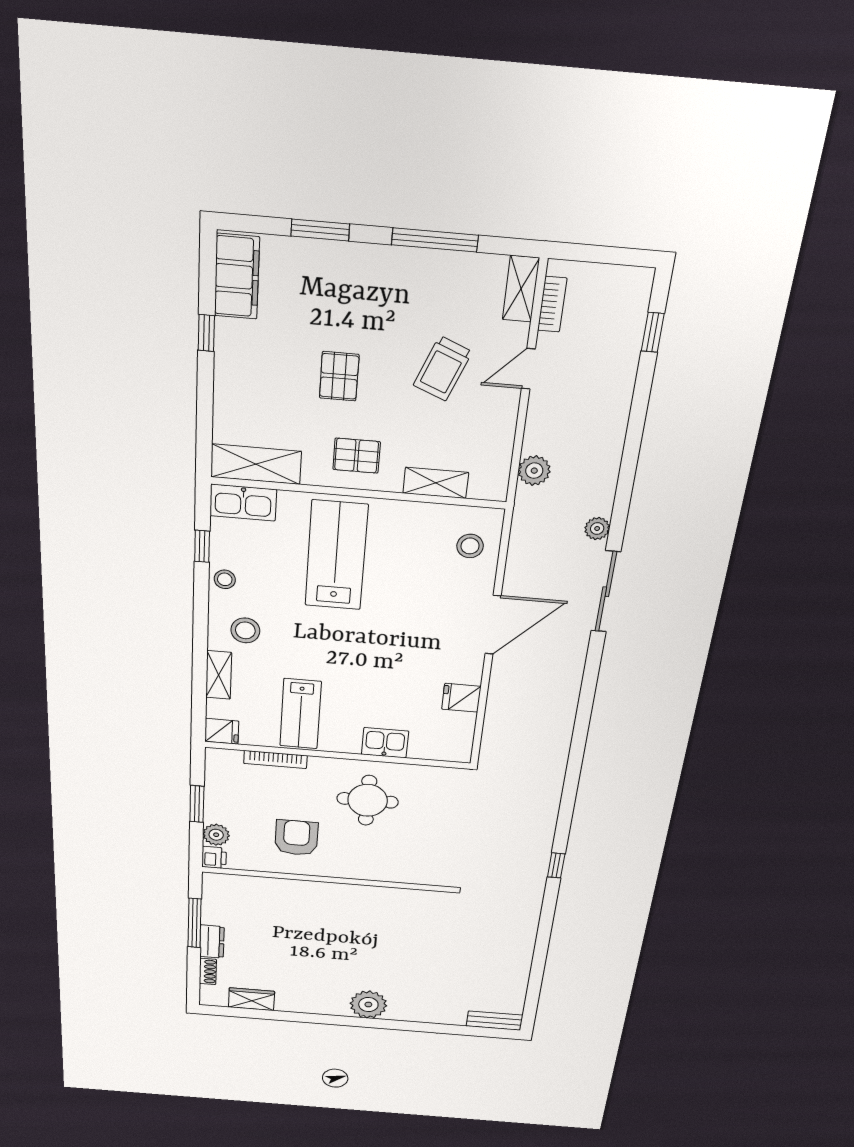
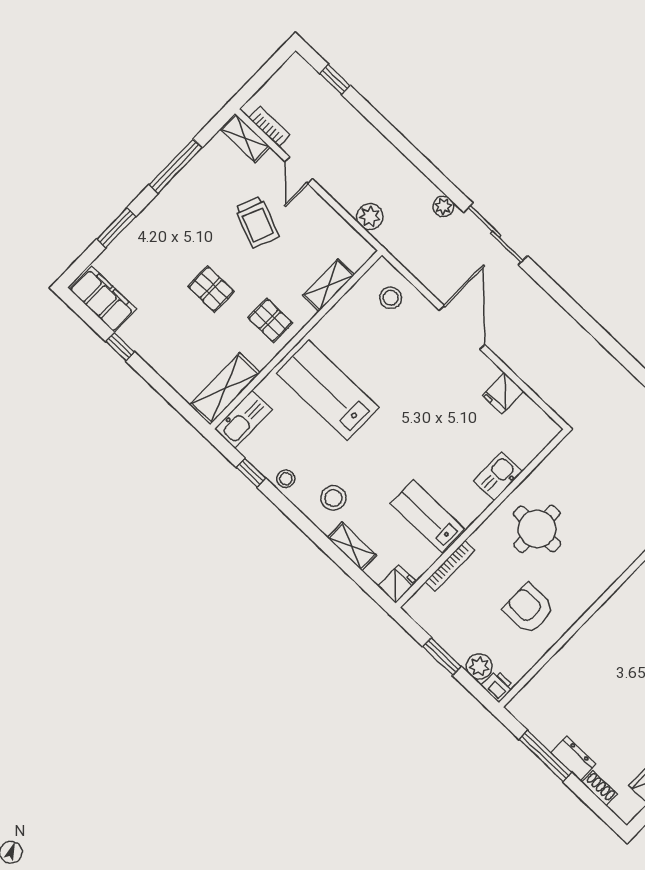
pallet: (357, 456) -> (270, 320), turned 90
lab bench: (301, 714) -> (427, 516), turned 180

